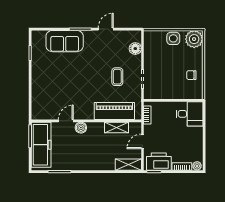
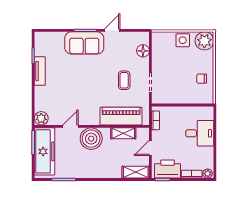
sofa: (65, 41) -> (84, 43), moved
tv unit: (37, 68) -> (40, 71), added
plant: (38, 113) -> (41, 118), added
desk: (190, 114) -> (200, 133), moved
boiler: (81, 128) -> (91, 139), width x1.86, depth x1.86

